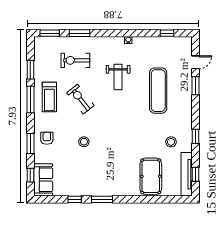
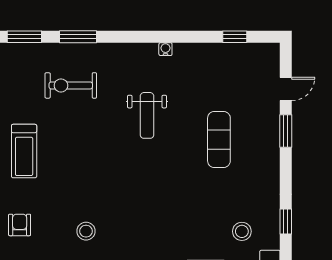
exercise mat: (158, 91) -> (219, 139), width x0.73, depth x0.69
exercise bike: (80, 99) -> (80, 155), removed

